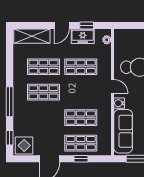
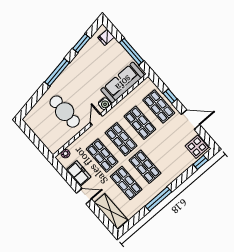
window: (87, 26) -> (68, 178), removed
shop shelf: (81, 92) -> (121, 139), added
window: (10, 102) -> (158, 199), moved

